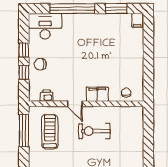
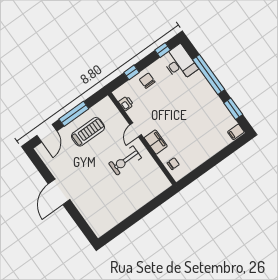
window: (24, 50) -> (163, 50), moved
window: (24, 131) -> (74, 114), moved
exercise bike: (94, 131) -> (125, 161), turned -90
treadmill: (50, 132) -> (88, 132), moved

